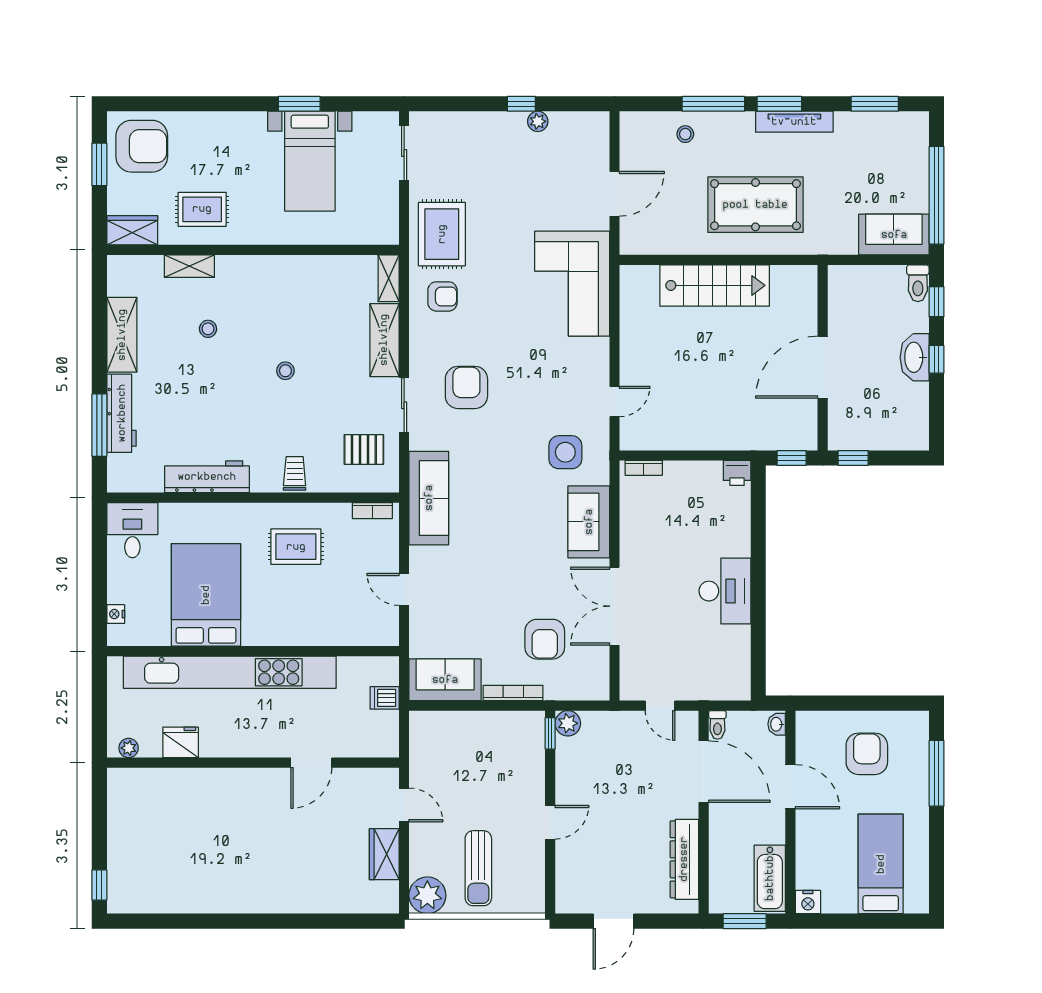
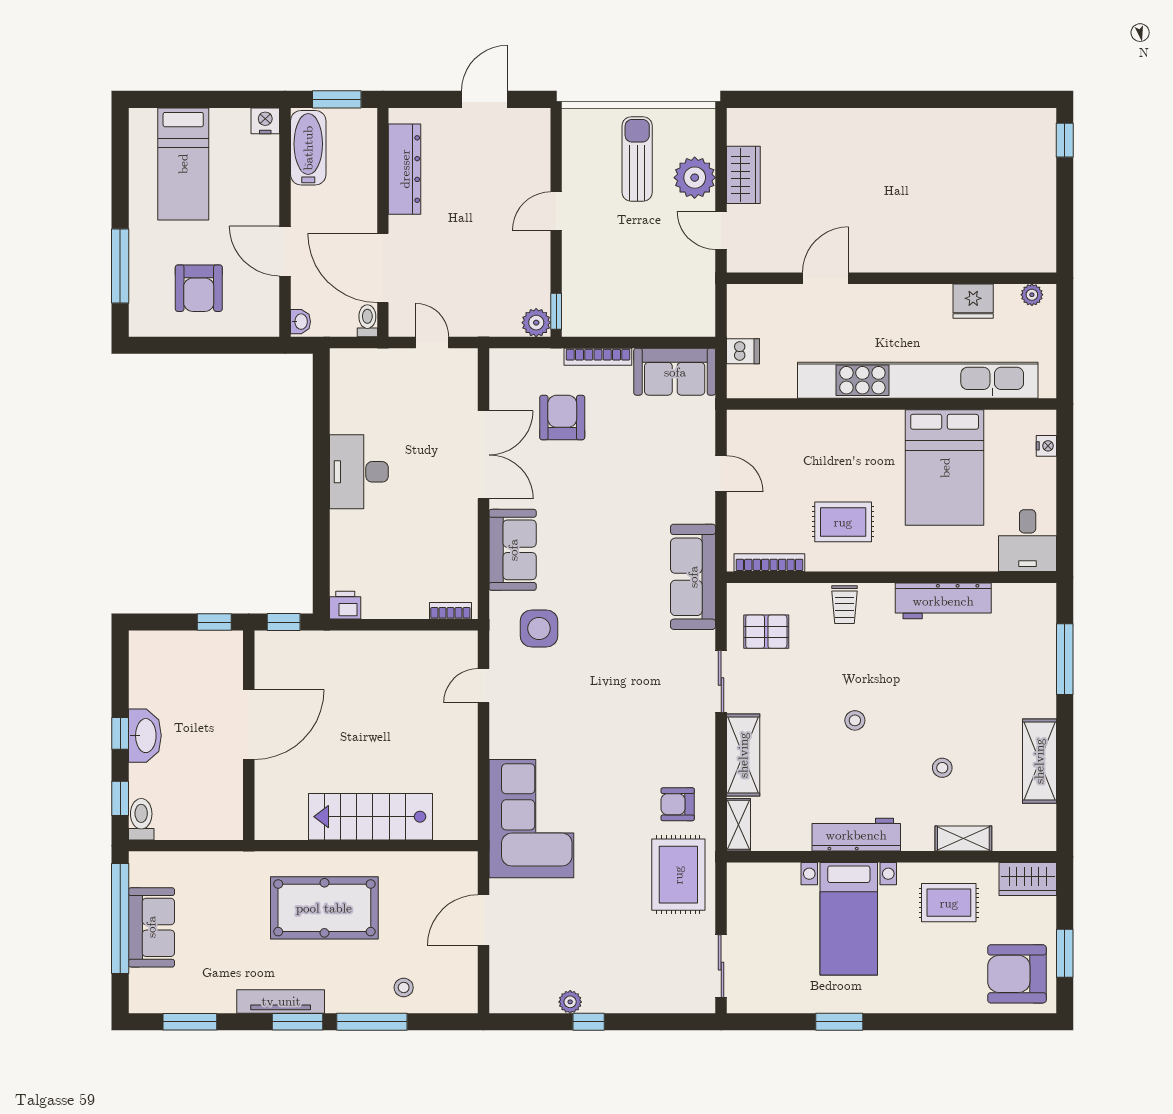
bed with nightstands: (310, 161) -> (849, 919), moved, turned 180
sofa: (894, 235) -> (151, 927), moved, turned -90
armchair: (466, 387) -> (651, 702), removed
workbench: (122, 413) -> (856, 835), moved, turned 90
bookcase: (372, 511) -> (769, 563), width x1.56
plant: (427, 895) -> (695, 178), moved

